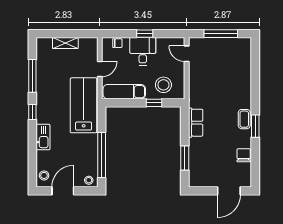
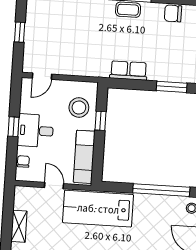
window: (221, 34) -> (20, 32), width x0.46

